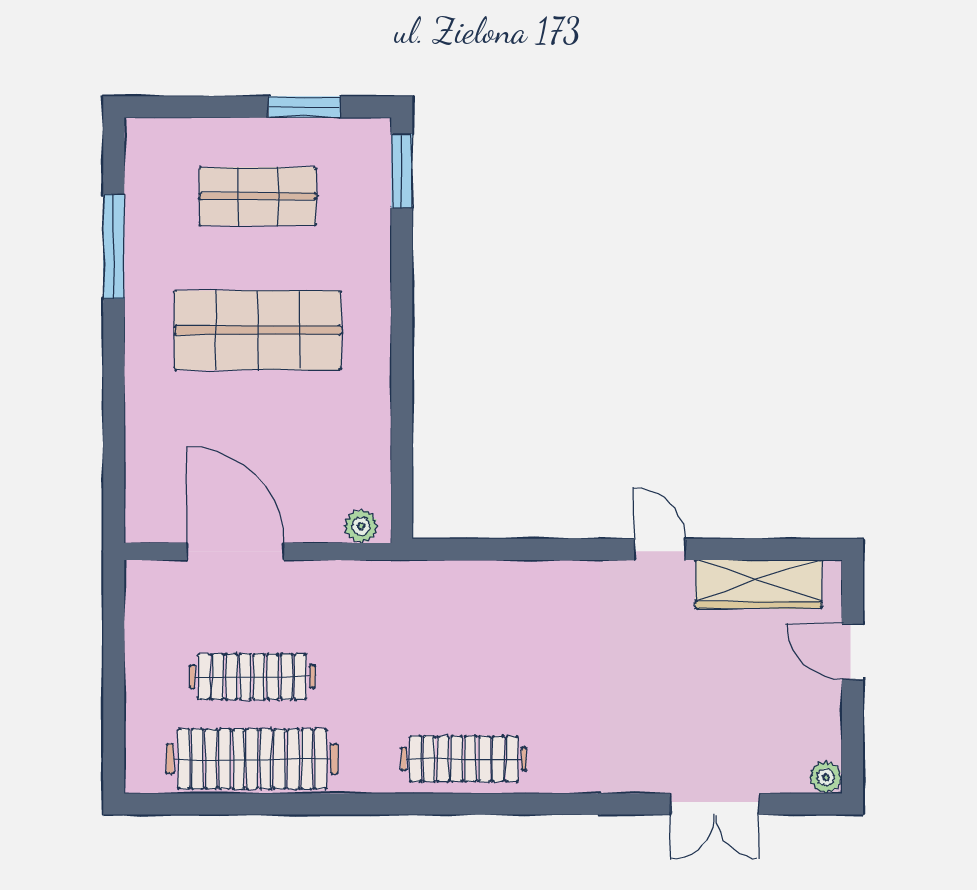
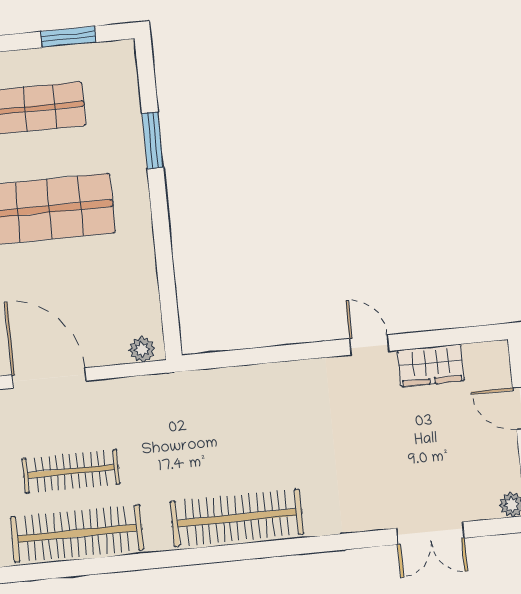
window: (402, 171) -> (153, 140), moved
wardrobe: (759, 584) -> (431, 365), width x0.67
clothes rail: (464, 759) -> (237, 518), width x1.37, depth x1.31

